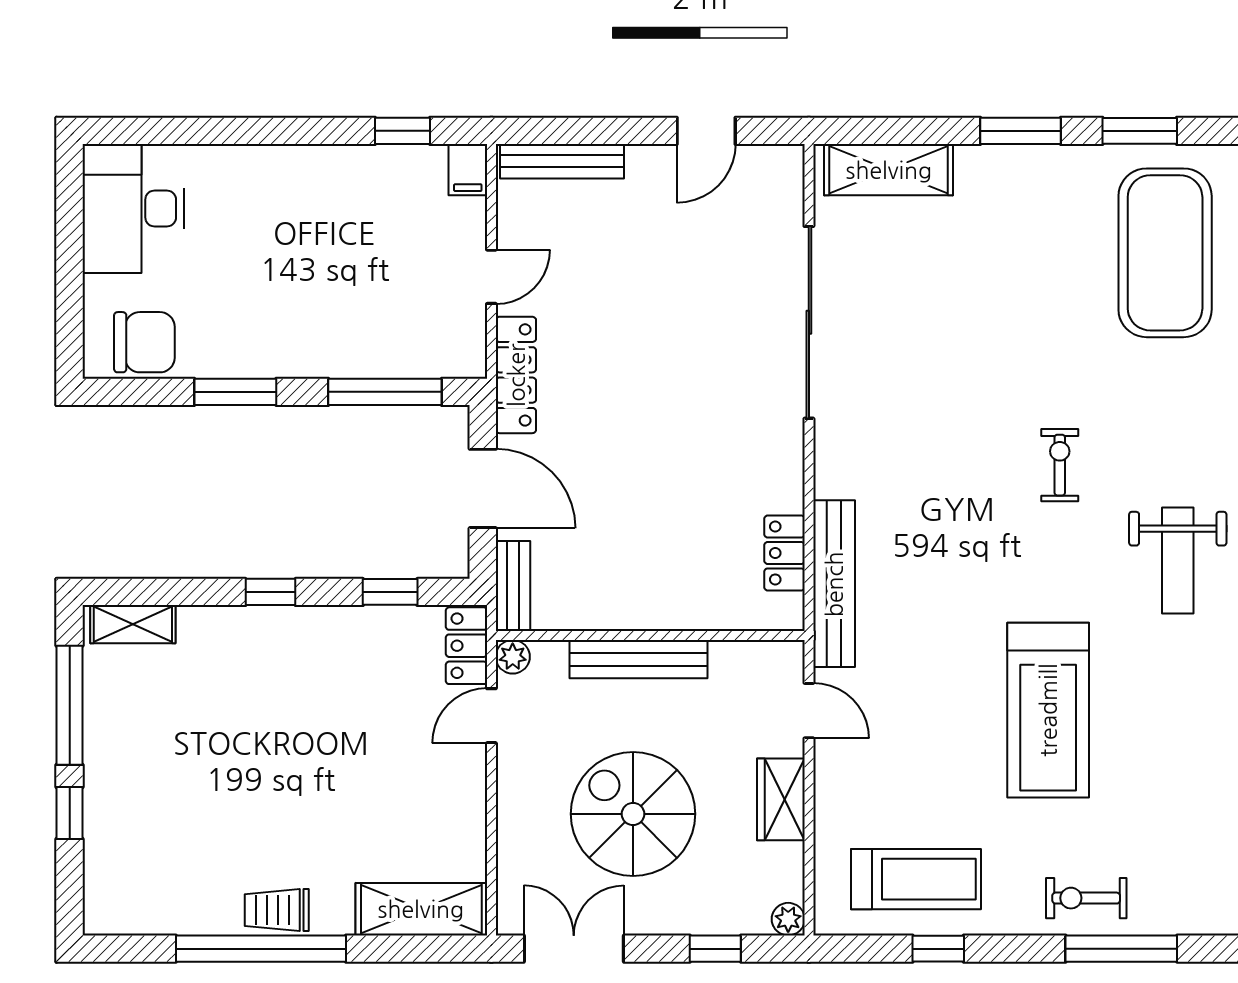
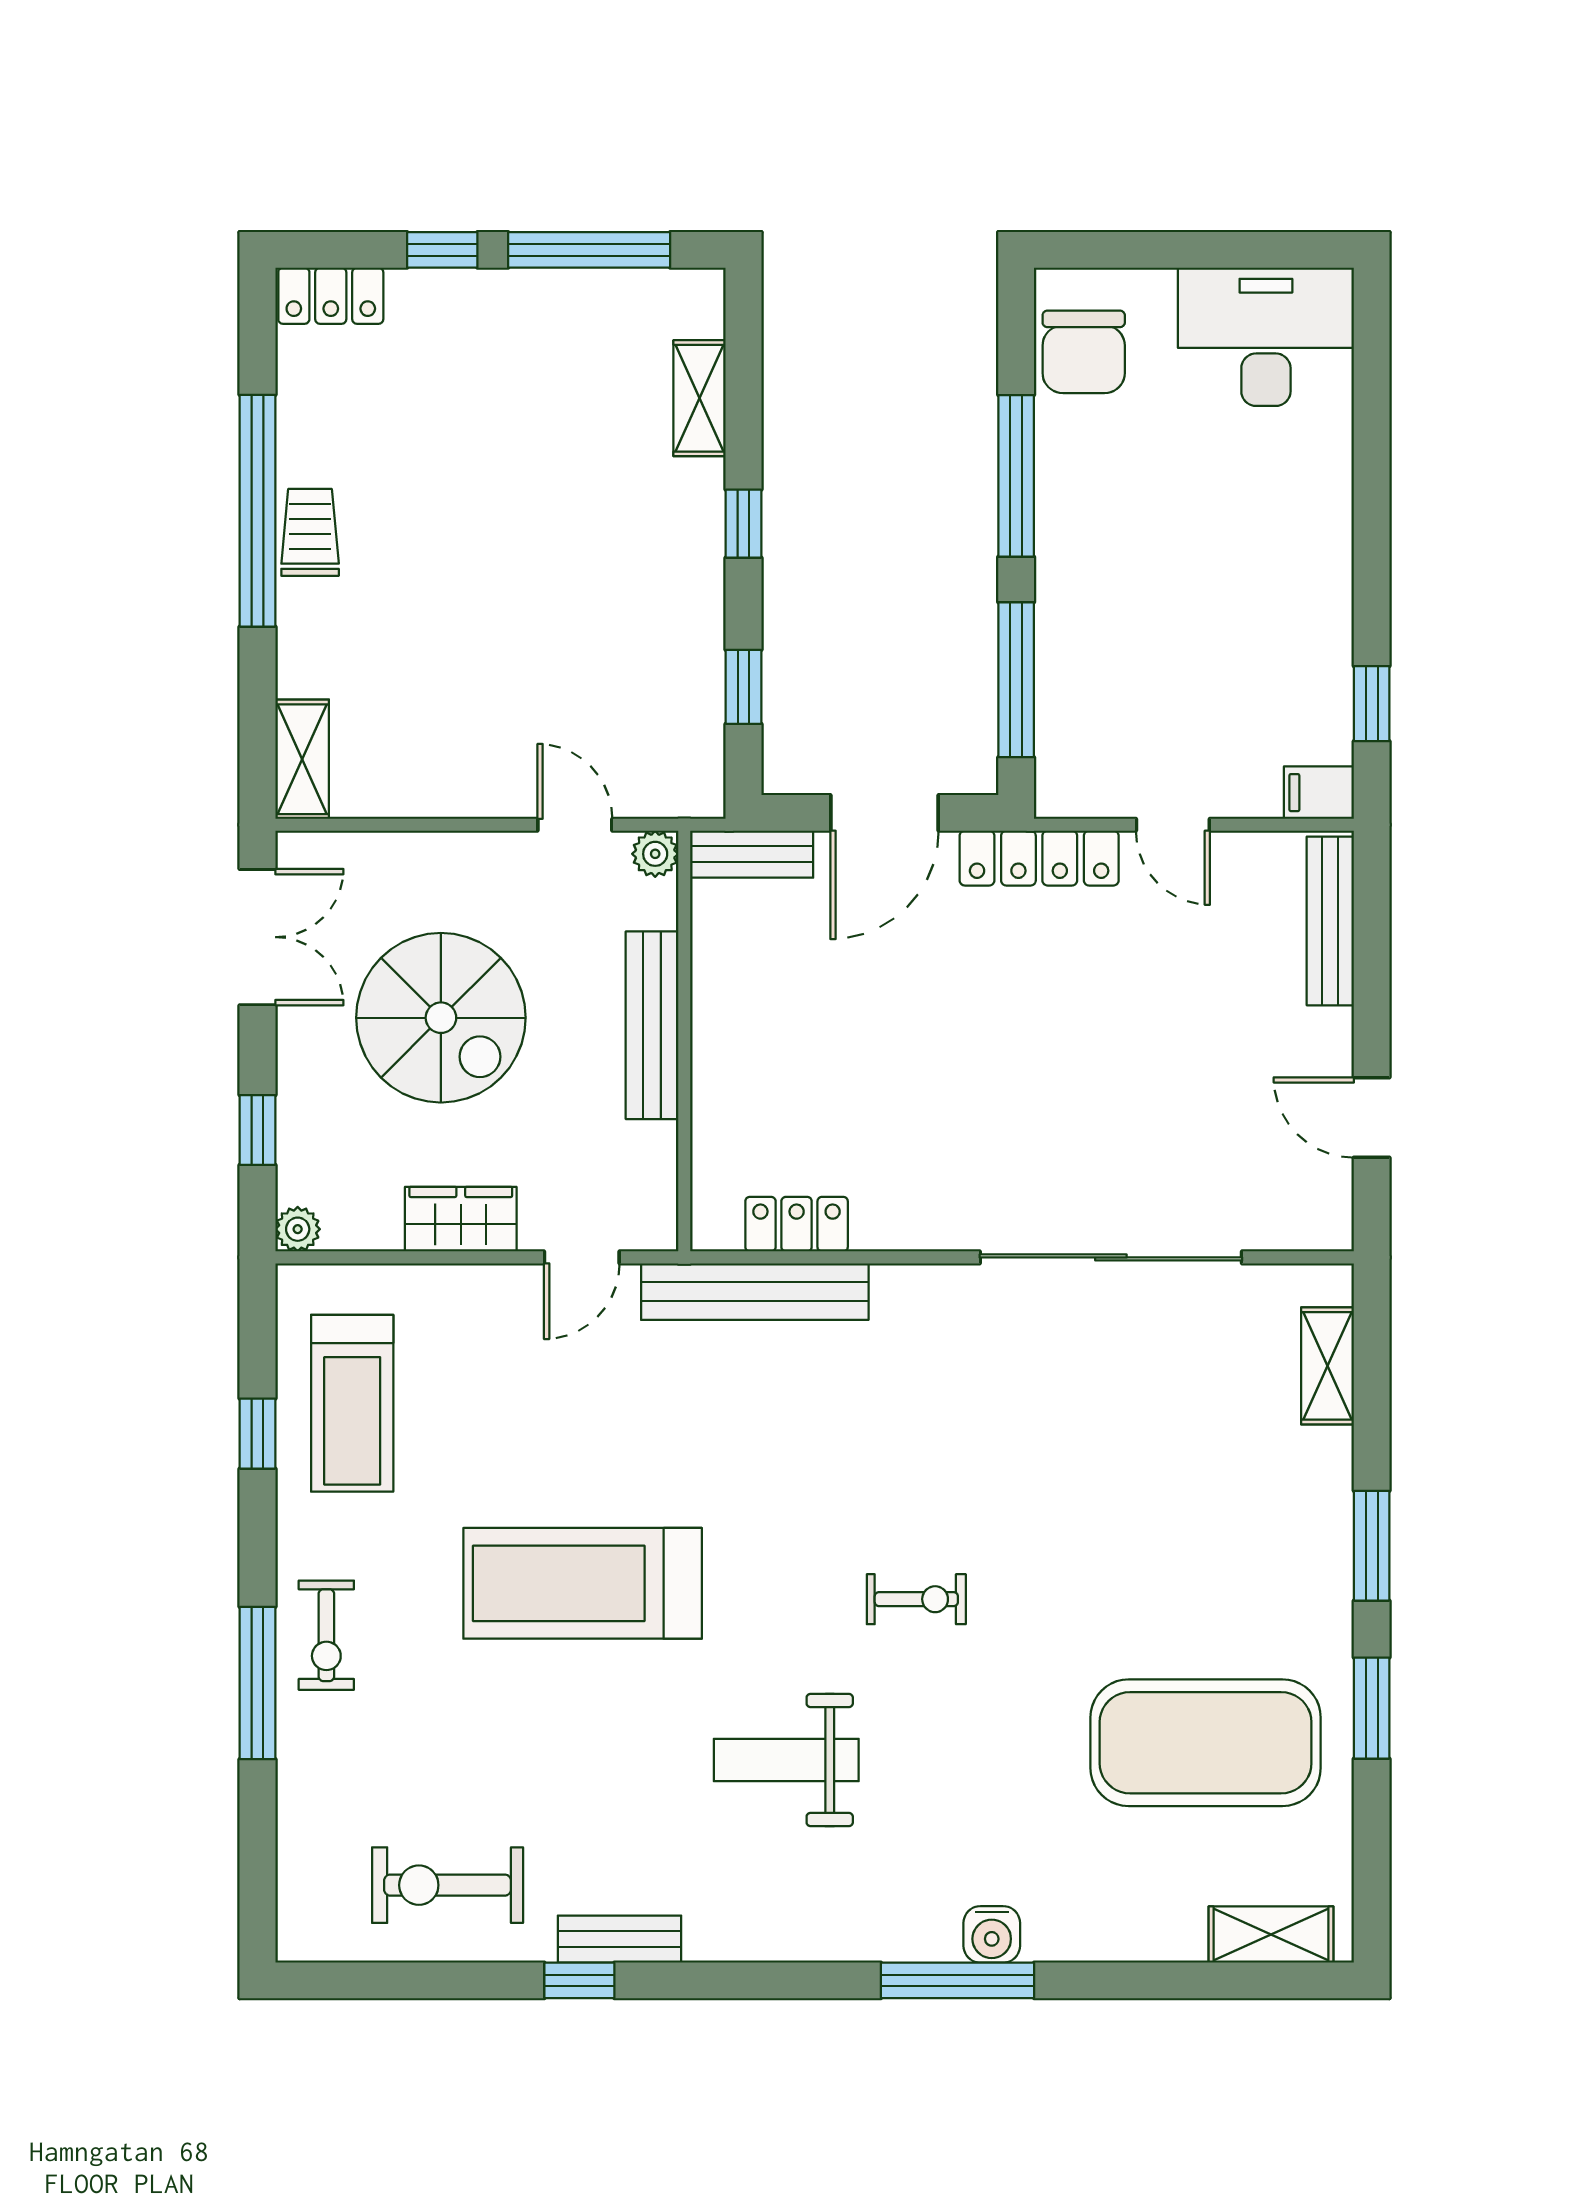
shelving: (889, 170) -> (1328, 1366), width x0.67, depth x0.75
window: (235, 392) -> (1016, 476), width x1.44
shelving: (133, 624) -> (700, 398), moved
locker: (466, 646) -> (331, 296), moved, turned 180
spiral stairs: (633, 814) -> (441, 1018), turned 90
exercise bike: (1086, 898) -> (326, 1635), turned 180
shelving: (421, 909) -> (302, 759), width x0.67, depth x0.75

